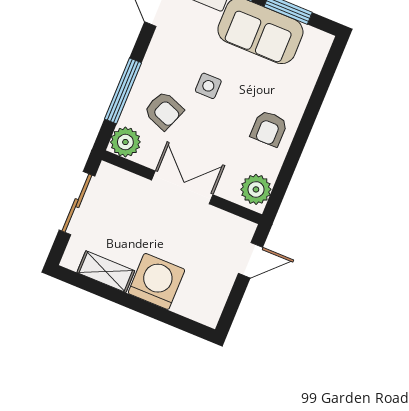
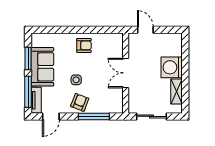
armchair: (164, 111) -> (80, 102), moved
plant: (125, 142) -> (116, 106), removed
plant: (256, 189) -> (113, 40), removed

